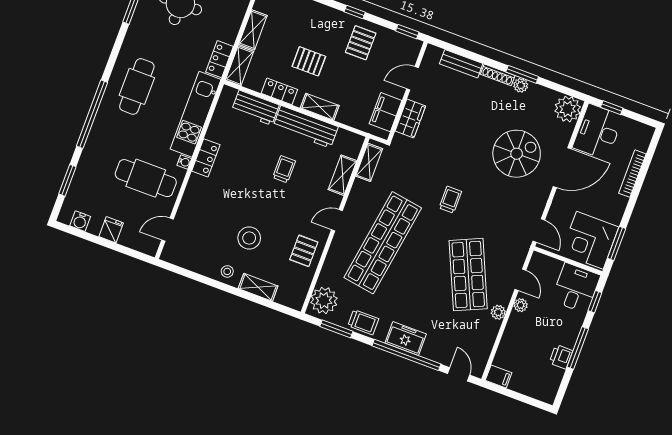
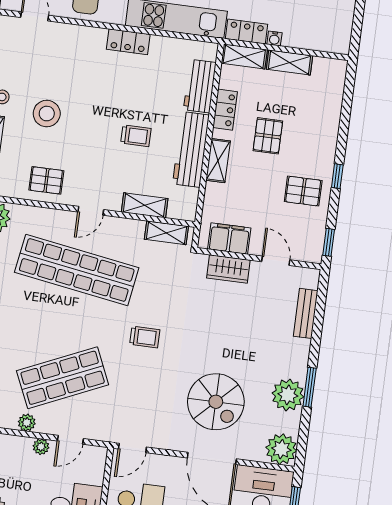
shoe rack: (498, 75) -> (302, 359), removed
plant: (521, 85) -> (288, 395), width x1.88, depth x1.88
water cooler: (184, 162) -> (274, 39), moved
door: (337, 220) -> (91, 211), swing flipped

